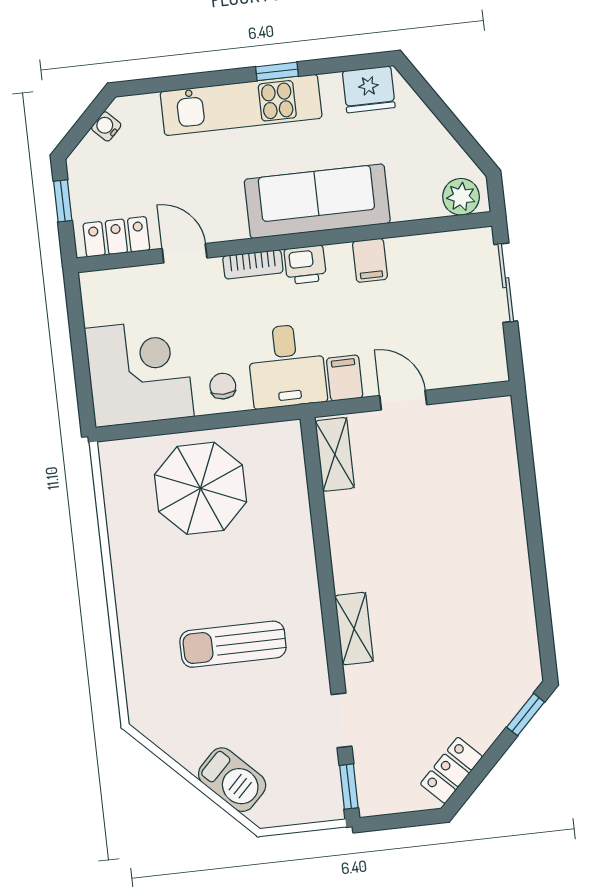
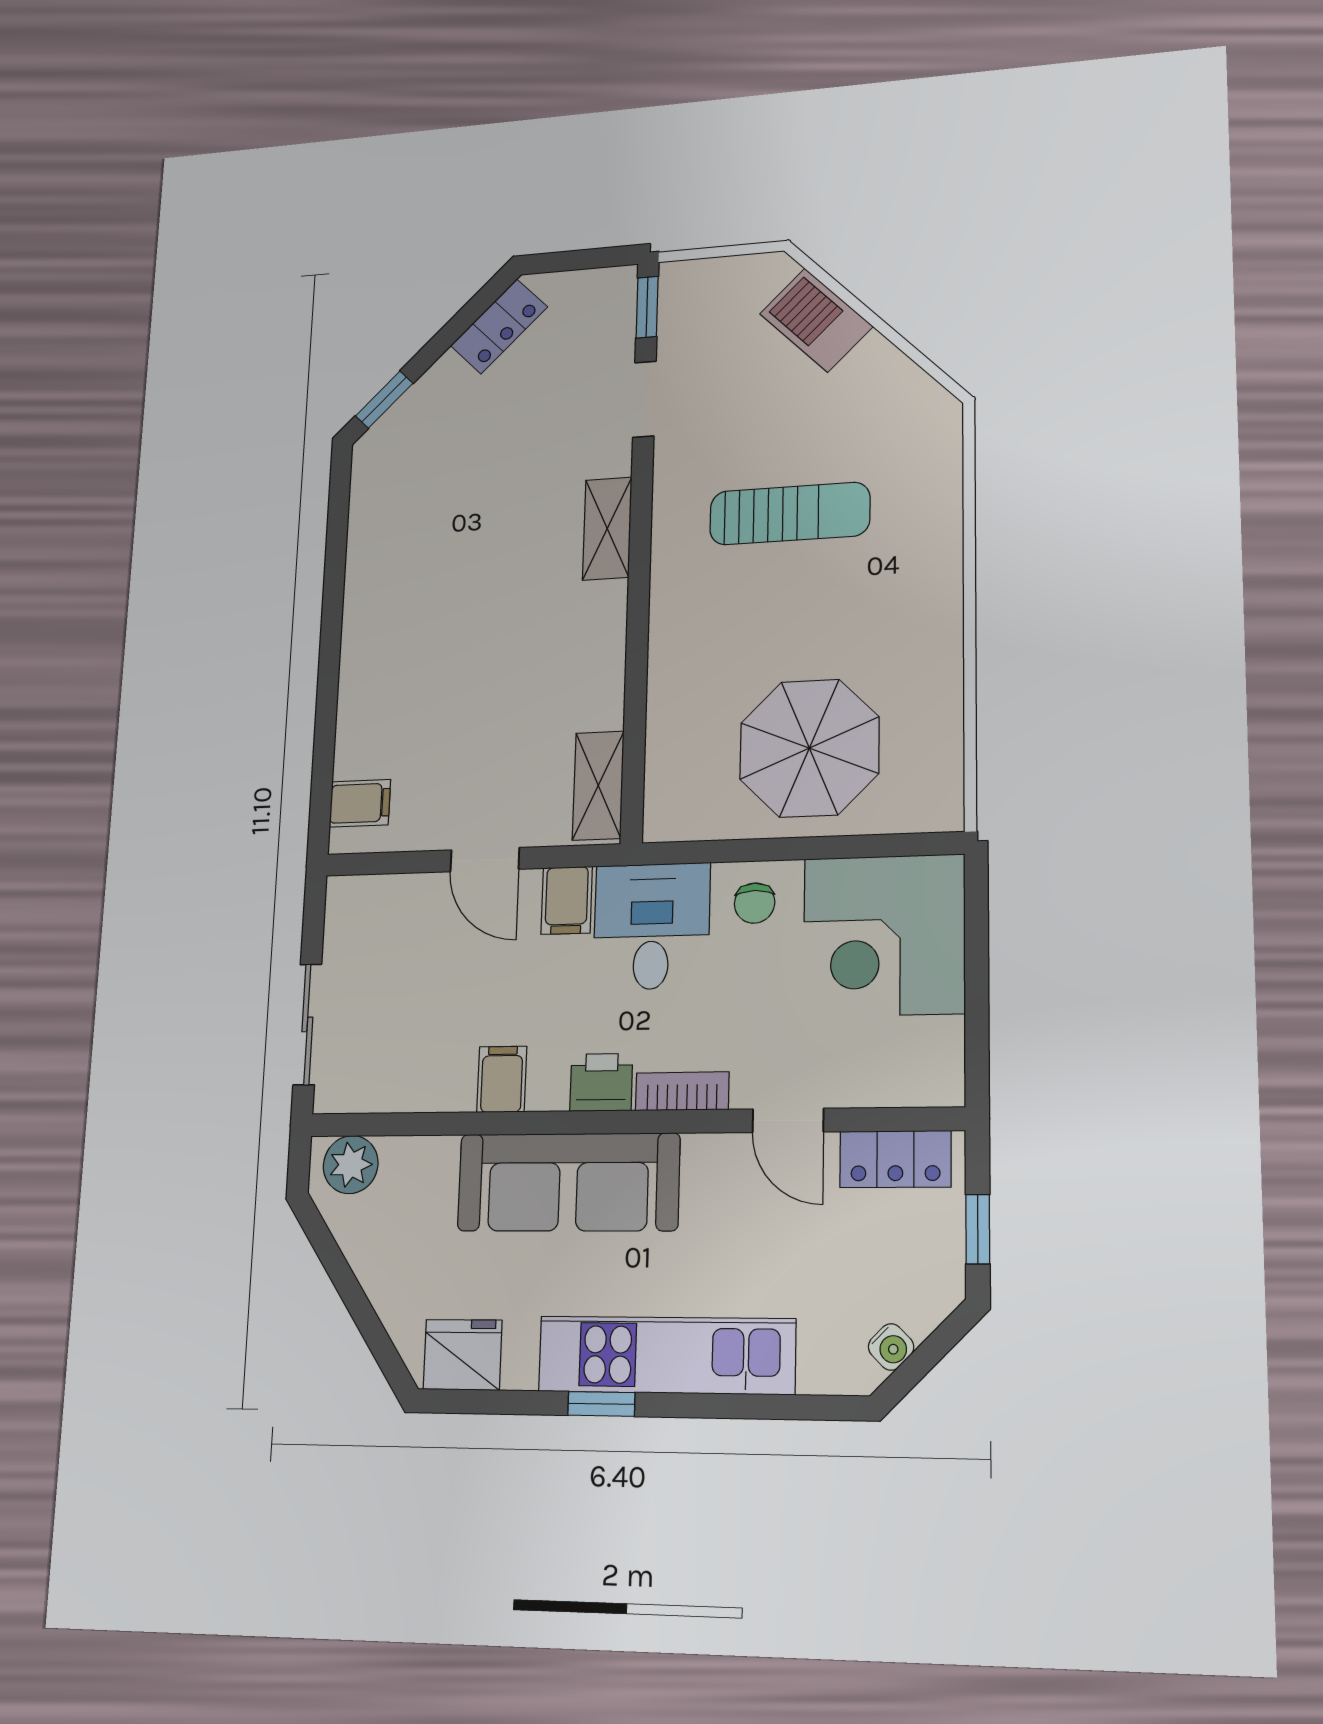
filing cabinet: (495, 431) -> (360, 803), added

